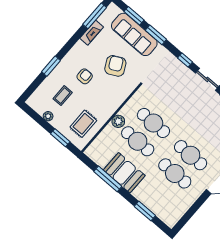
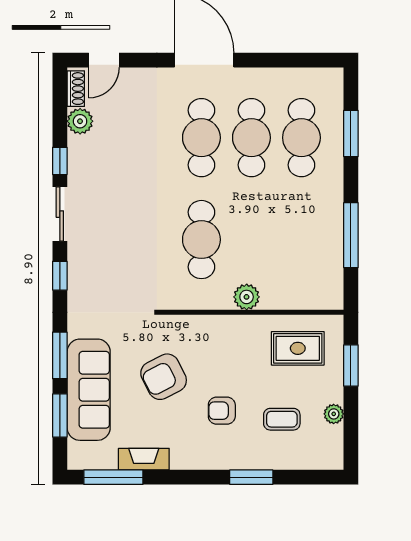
cafe table: (138, 141) -> (301, 138), moved
booth: (124, 173) -> (319, 218), removed

